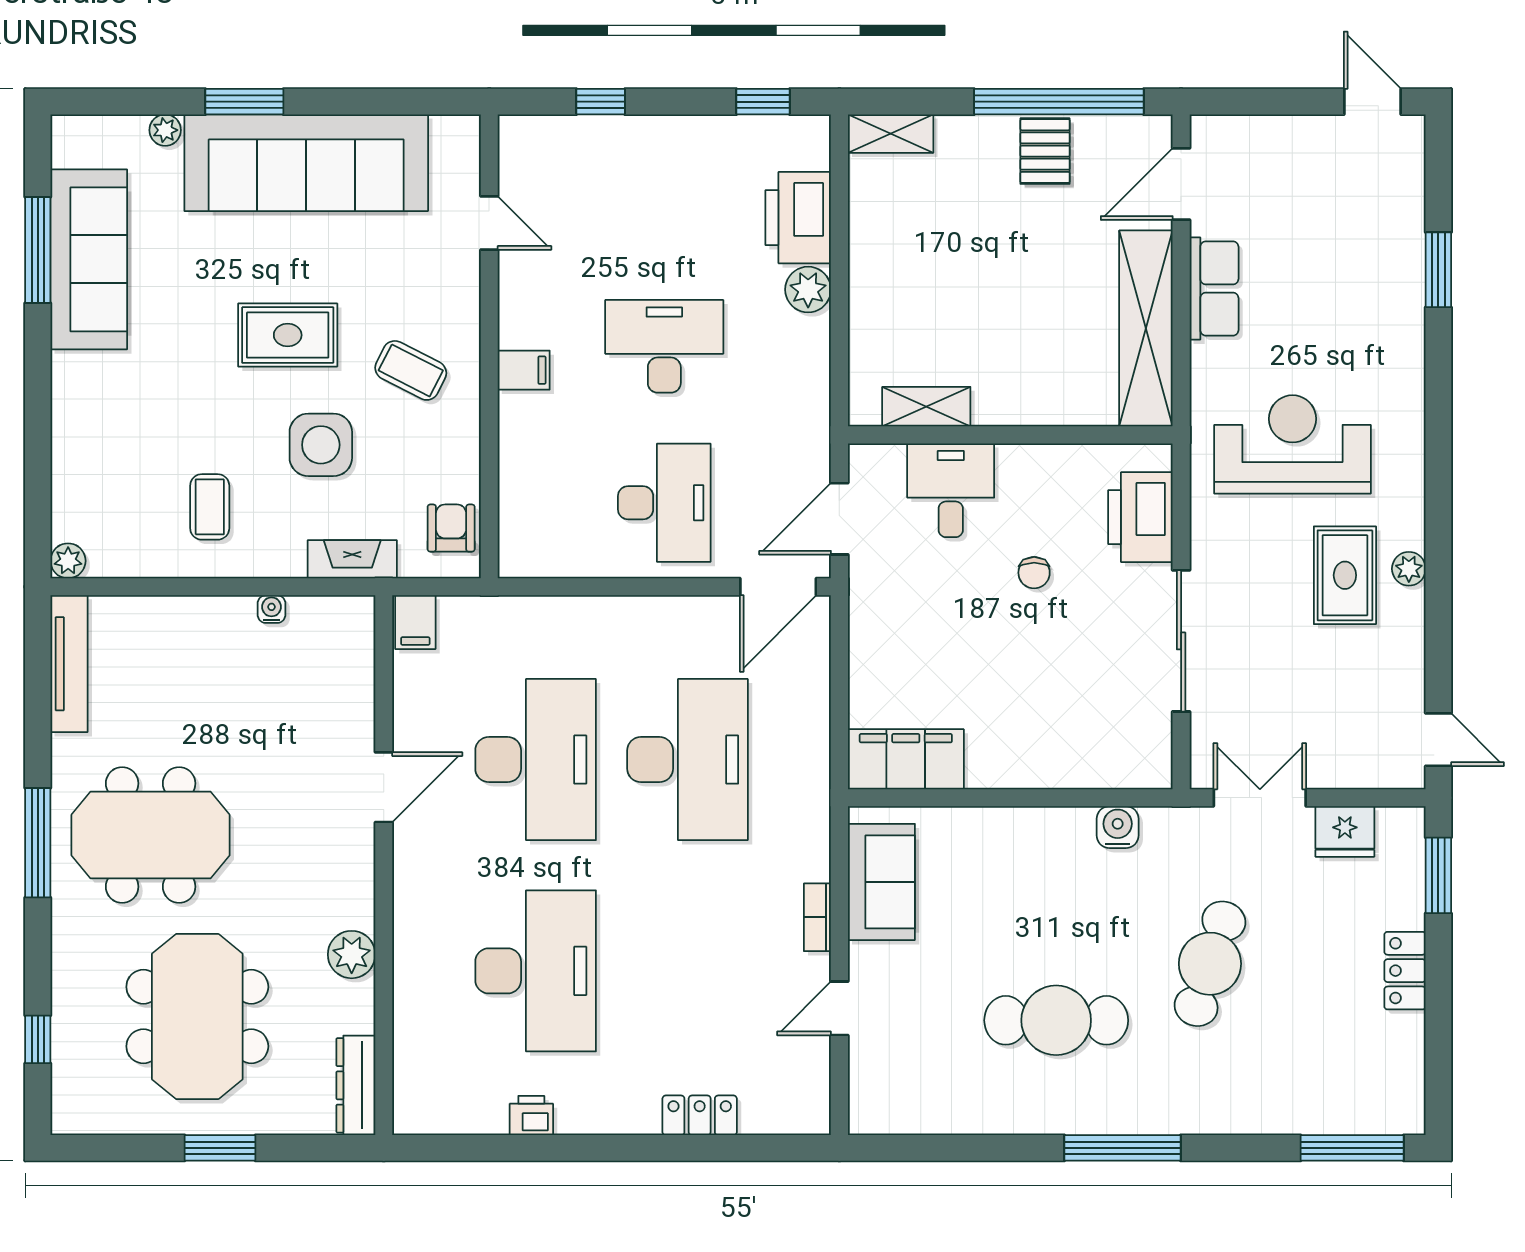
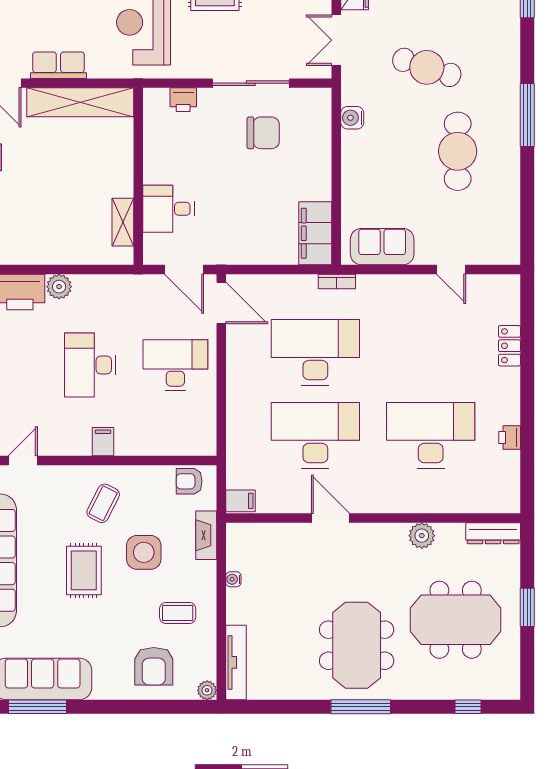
armchair: (112, 463) -> (154, 666), added
printer: (1140, 517) -> (183, 100), width x0.53, depth x0.68
chair: (1034, 573) -> (263, 133), moved, width x1.87, depth x1.87
tv unit: (69, 664) -> (236, 662), moved, turned 90
bookcase: (817, 917) -> (337, 282), moved

